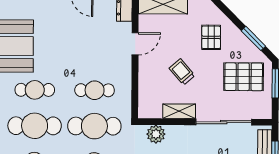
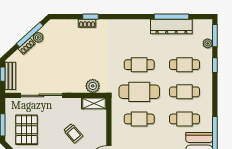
pallet: (244, 77) -> (27, 130), turned 90
shelving: (179, 111) -> (94, 103), moved
cafe table: (35, 126) -> (185, 92), width x0.73, depth x0.74

